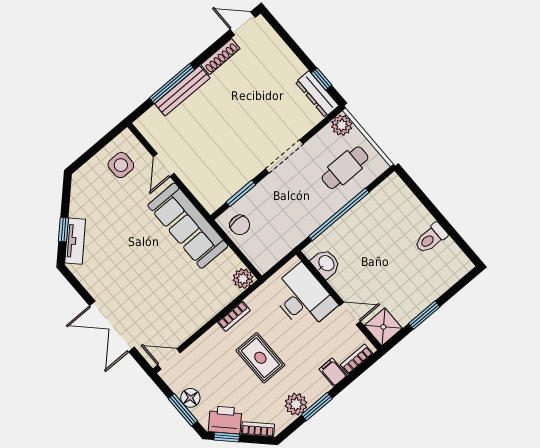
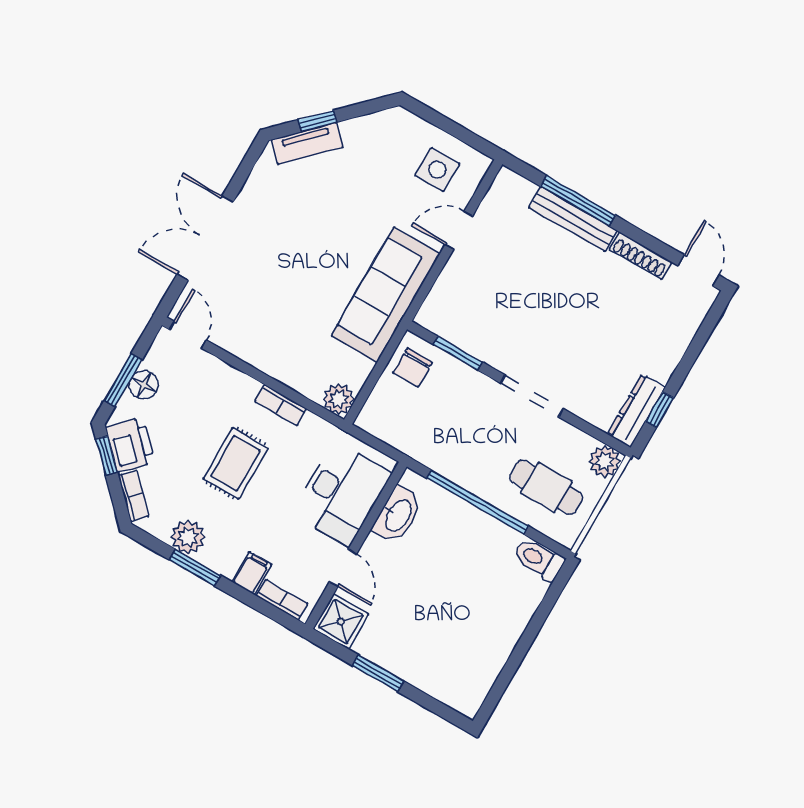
toilet: (431, 238) -> (539, 559), moved
washbasin: (326, 264) -> (398, 515), width x1.38

